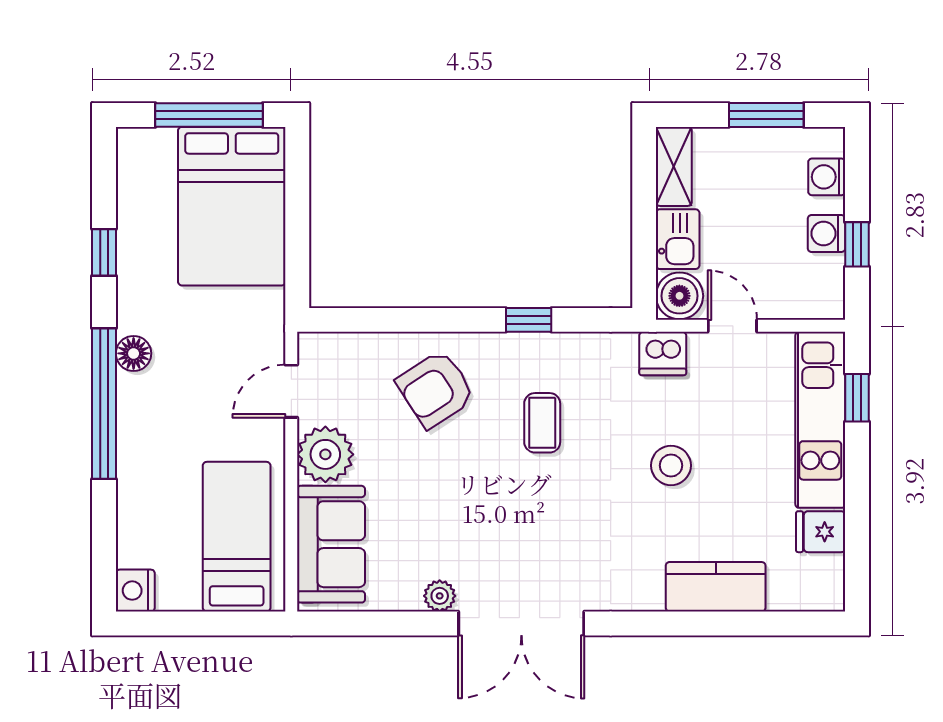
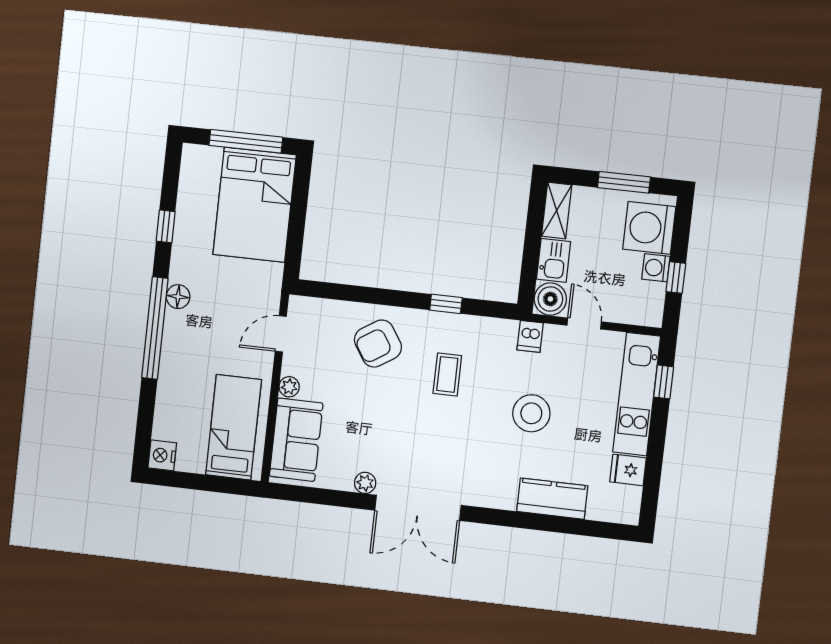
washing machine: (827, 177) -> (649, 228), width x1.89, depth x1.89
dishwasher: (663, 354) -> (530, 336), width x0.73
plant: (325, 454) -> (289, 387), width x0.53, depth x0.53
stool: (671, 465) -> (531, 413), width x1.38, depth x1.38

